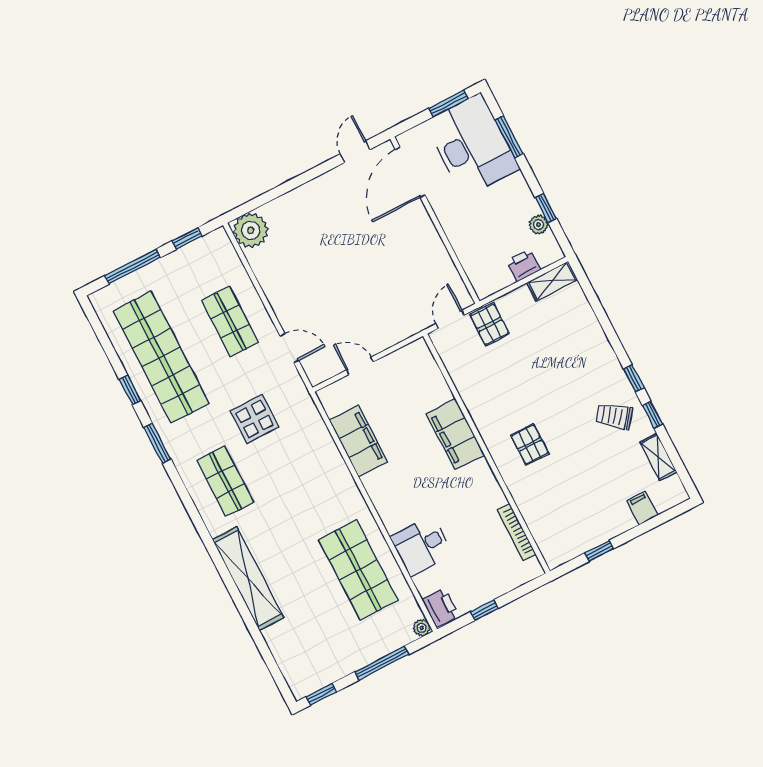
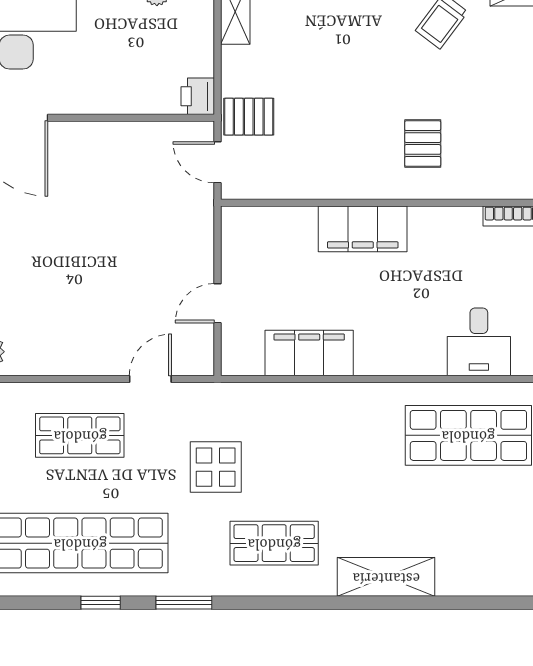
printer: (524, 265) -> (198, 96), moved
pallet: (530, 444) -> (423, 144), turned 90
shelving: (248, 578) -> (386, 577), width x0.68

